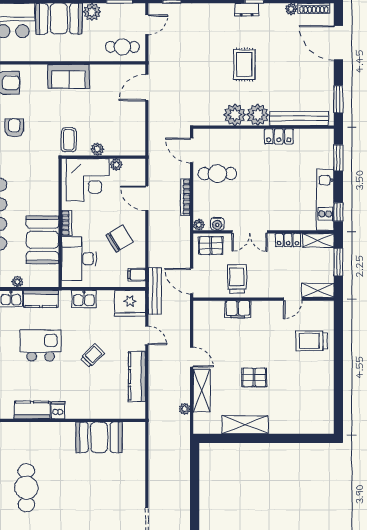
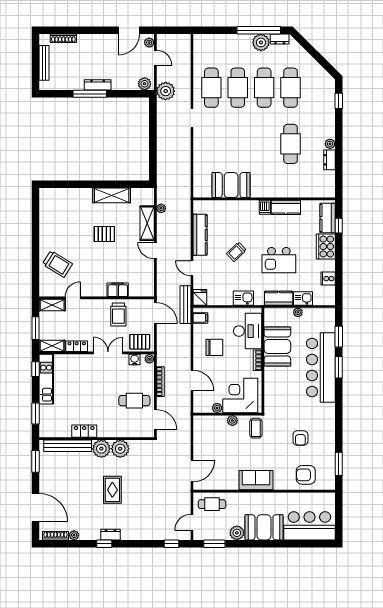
chair: (119, 239) -> (214, 347), turned -148
fridge: (130, 303) -> (200, 297), width x0.53, depth x0.75
trolley: (312, 341) -> (57, 264), turned 32

